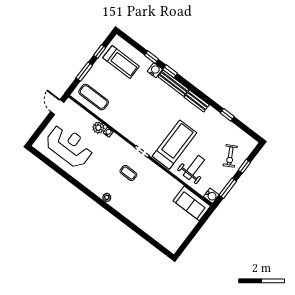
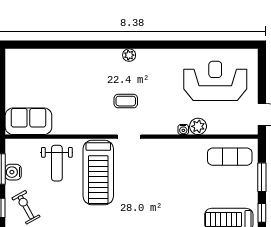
reception desk: (69, 146) -> (215, 81), turned 180
water cooler: (211, 196) -> (13, 172), moved

